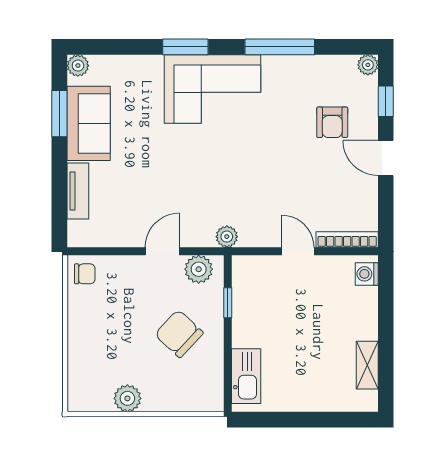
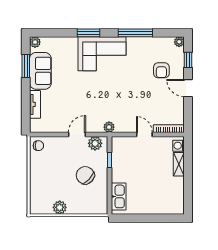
shelving: (367, 365) -> (179, 164), moved

